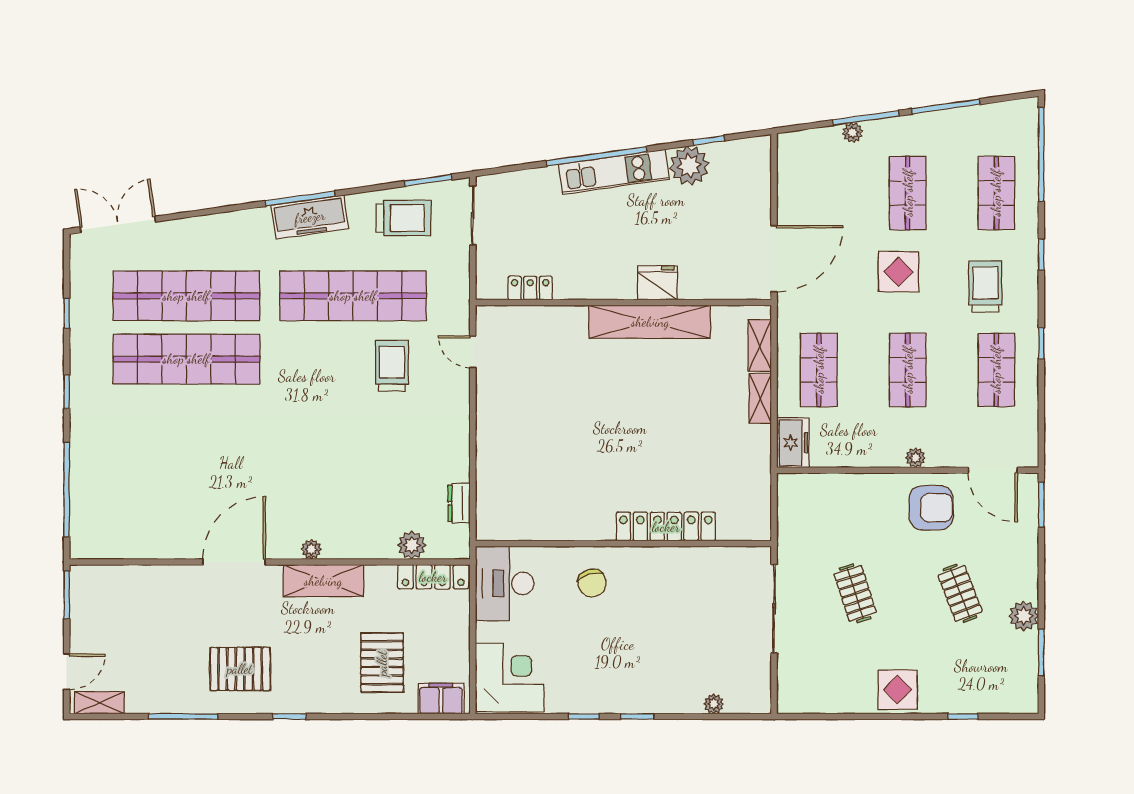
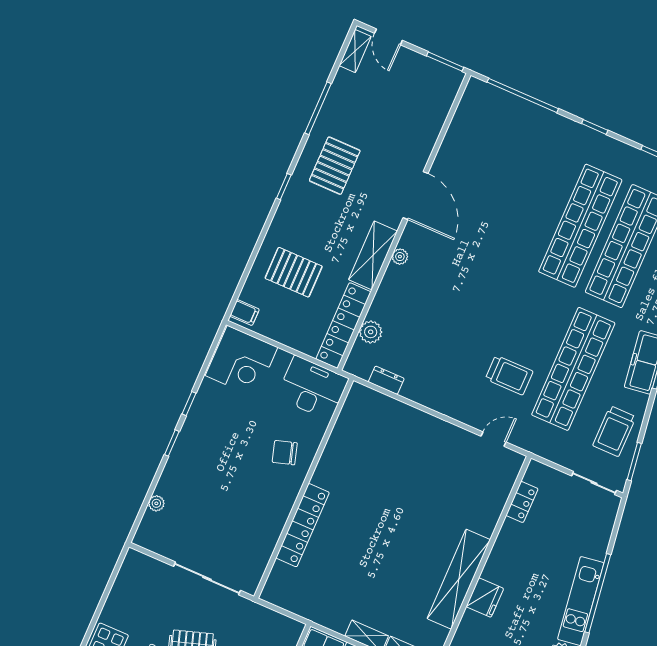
locker: (433, 577) -> (344, 325), width x1.41, depth x1.21
filing cabinet: (441, 699) -> (244, 313), width x0.50

